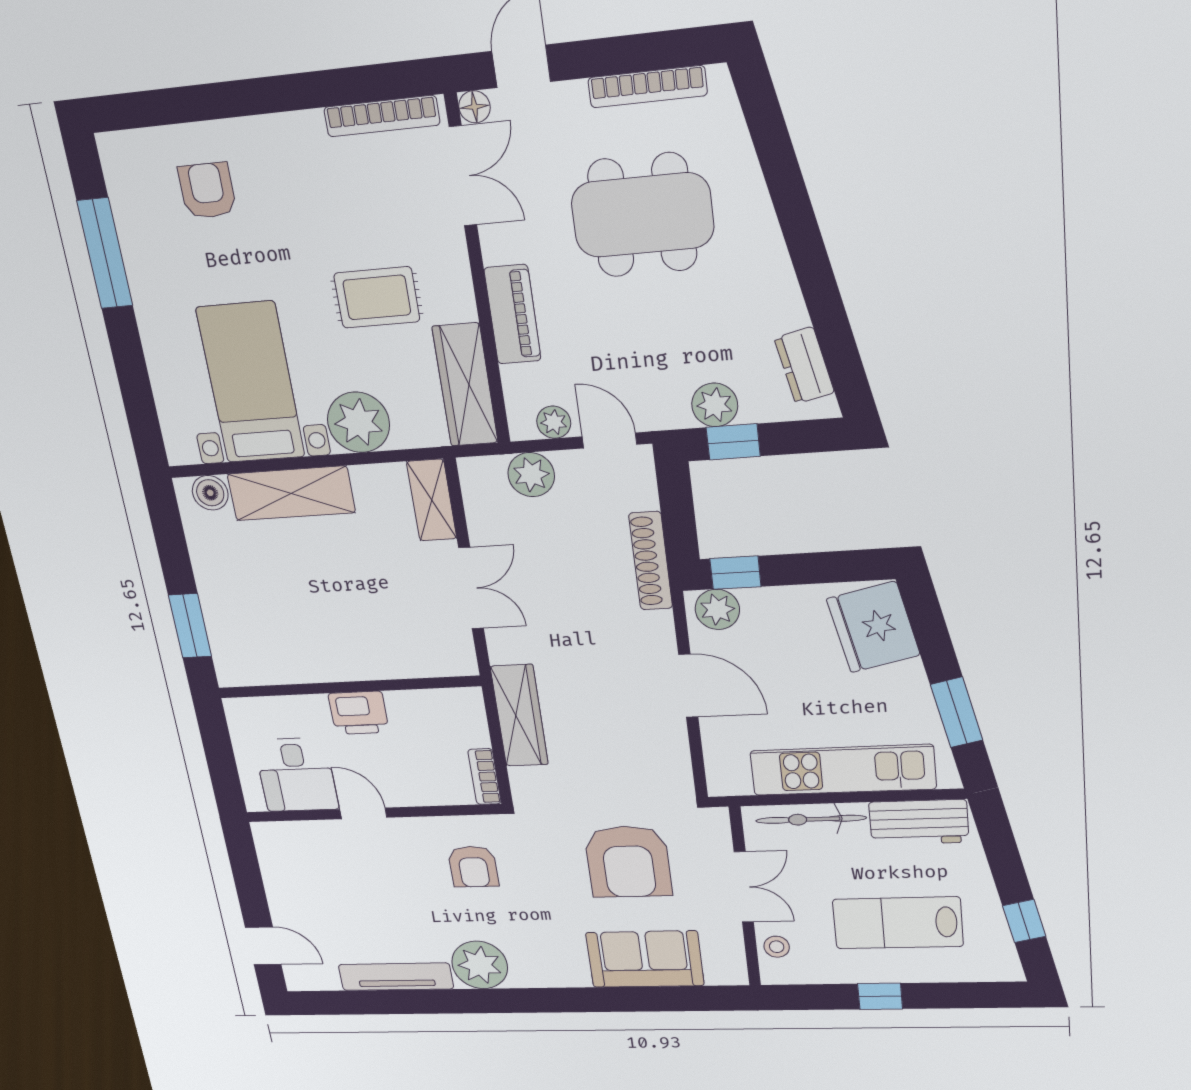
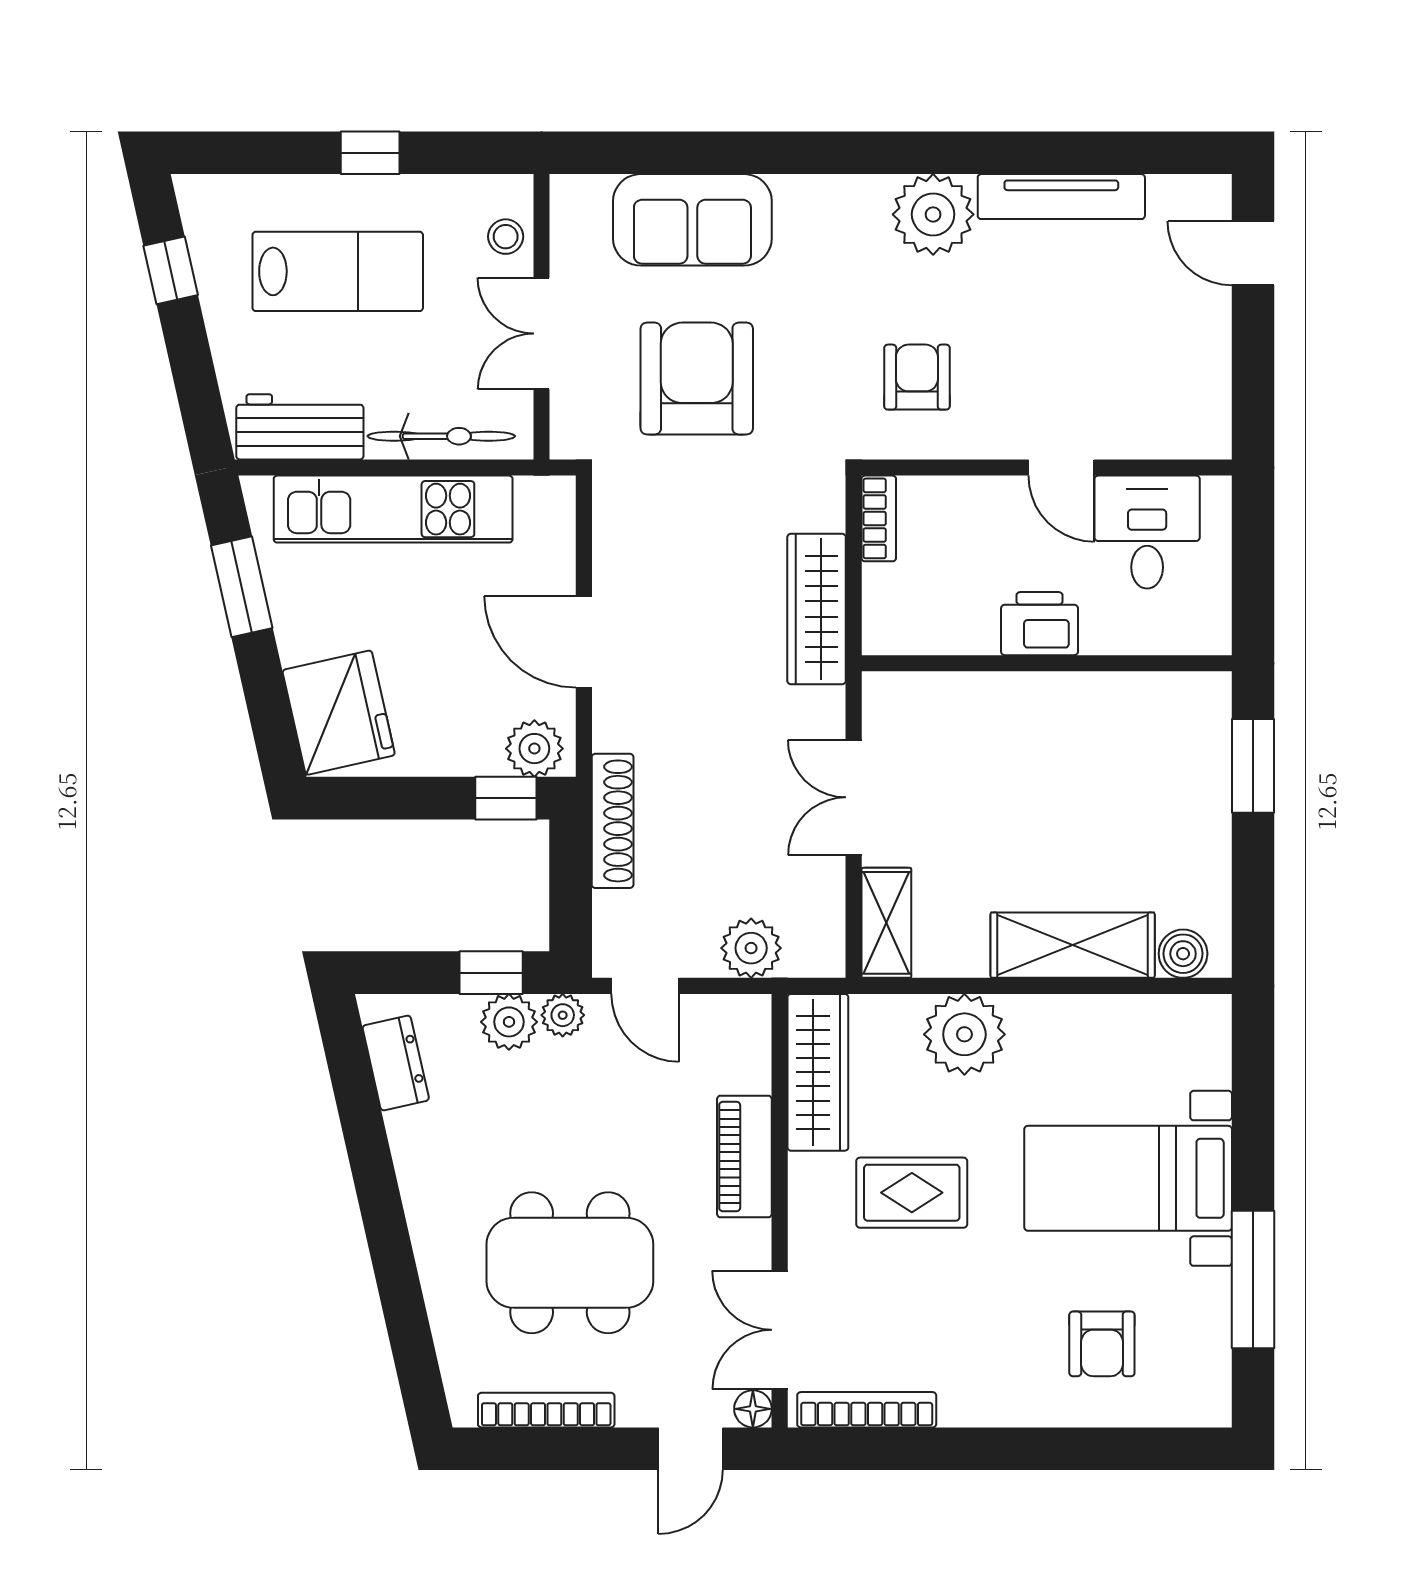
bed with nightstands: (251, 383) -> (1128, 1178), moved, turned 90
plant: (554, 422) -> (563, 1015), moved

